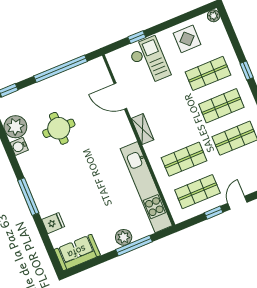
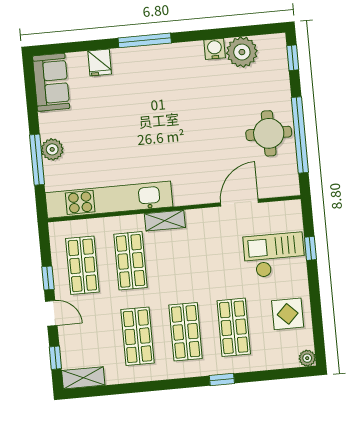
checkout: (149, 61) -> (274, 255), turned 180
round table: (59, 128) -> (269, 133), moved
shelving: (143, 129) -> (165, 221), moved

